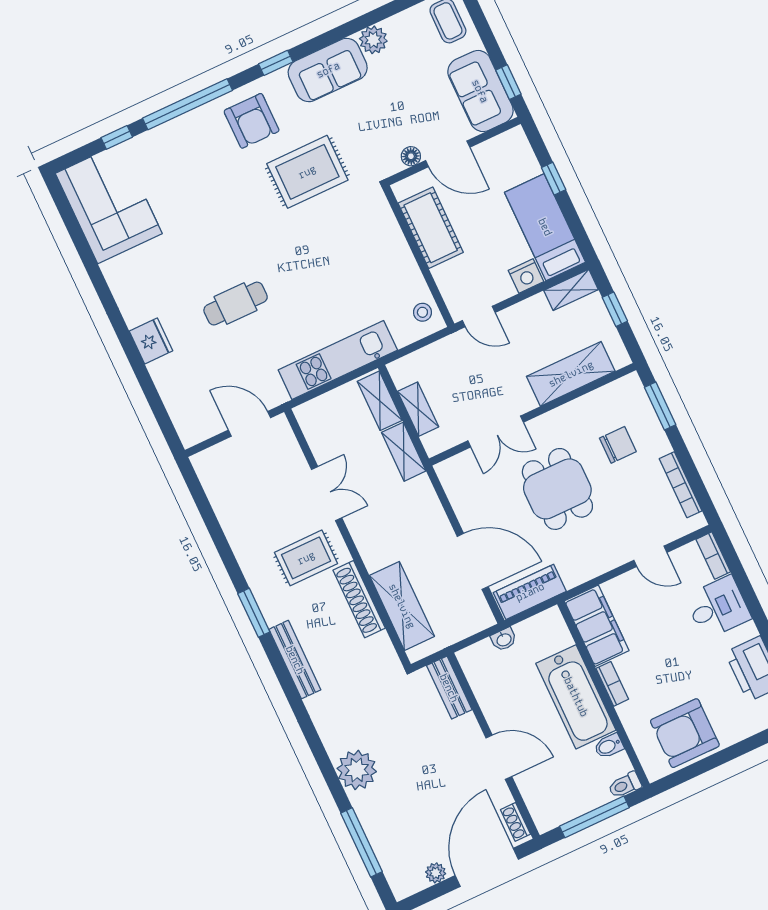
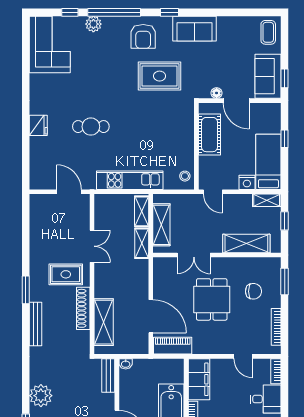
plant: (373, 40) -> (93, 24), moved
shelving: (418, 409) -> (161, 225), width x1.50, depth x1.33
washbasin: (504, 639) -> (126, 364), moved

